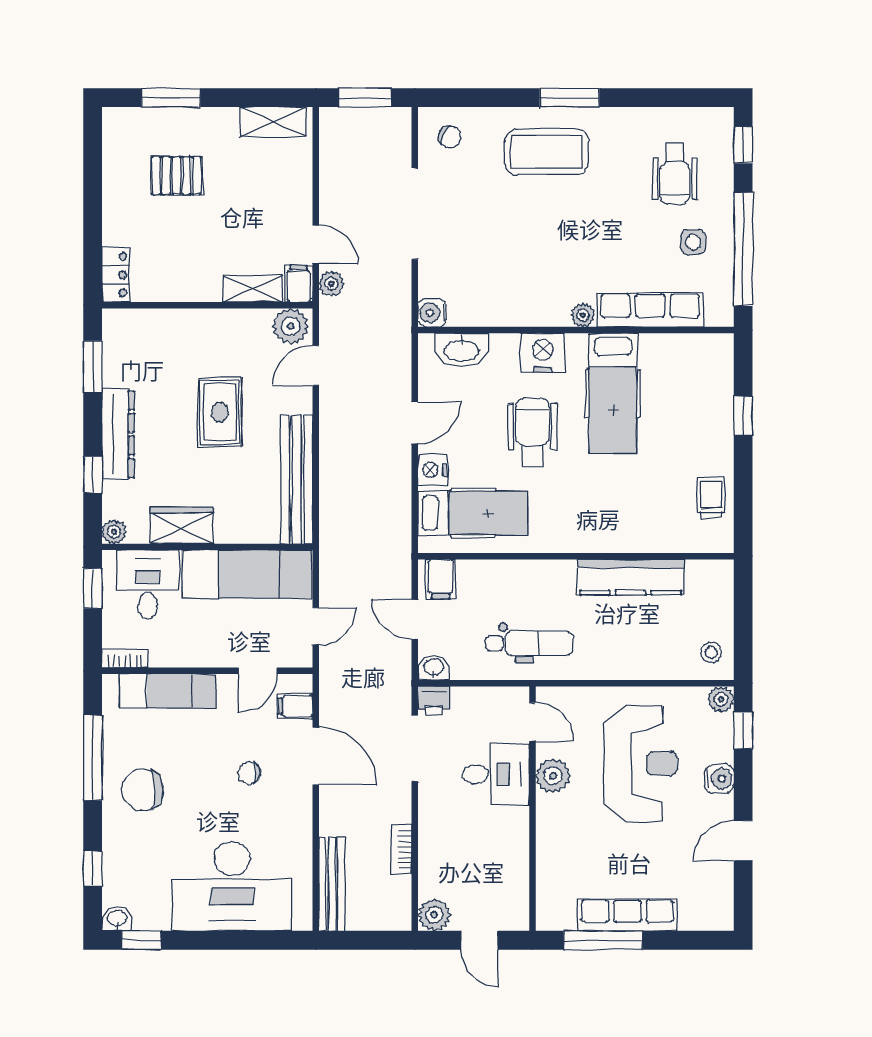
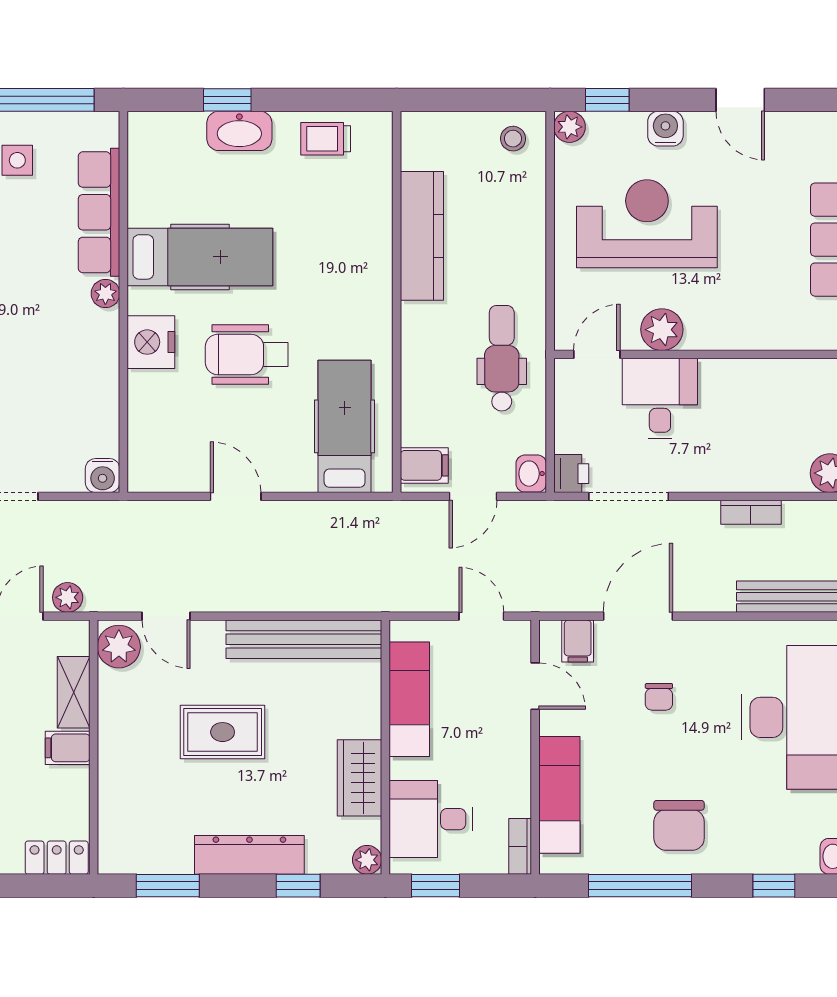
filing cabinet: (299, 284) -> (68, 748), moved
washbasin: (462, 350) -> (239, 131), moved, turned 90
nightstand: (433, 470) -> (292, 475), removed
exam couch: (247, 574) -> (409, 699), width x0.73, depth x0.69

